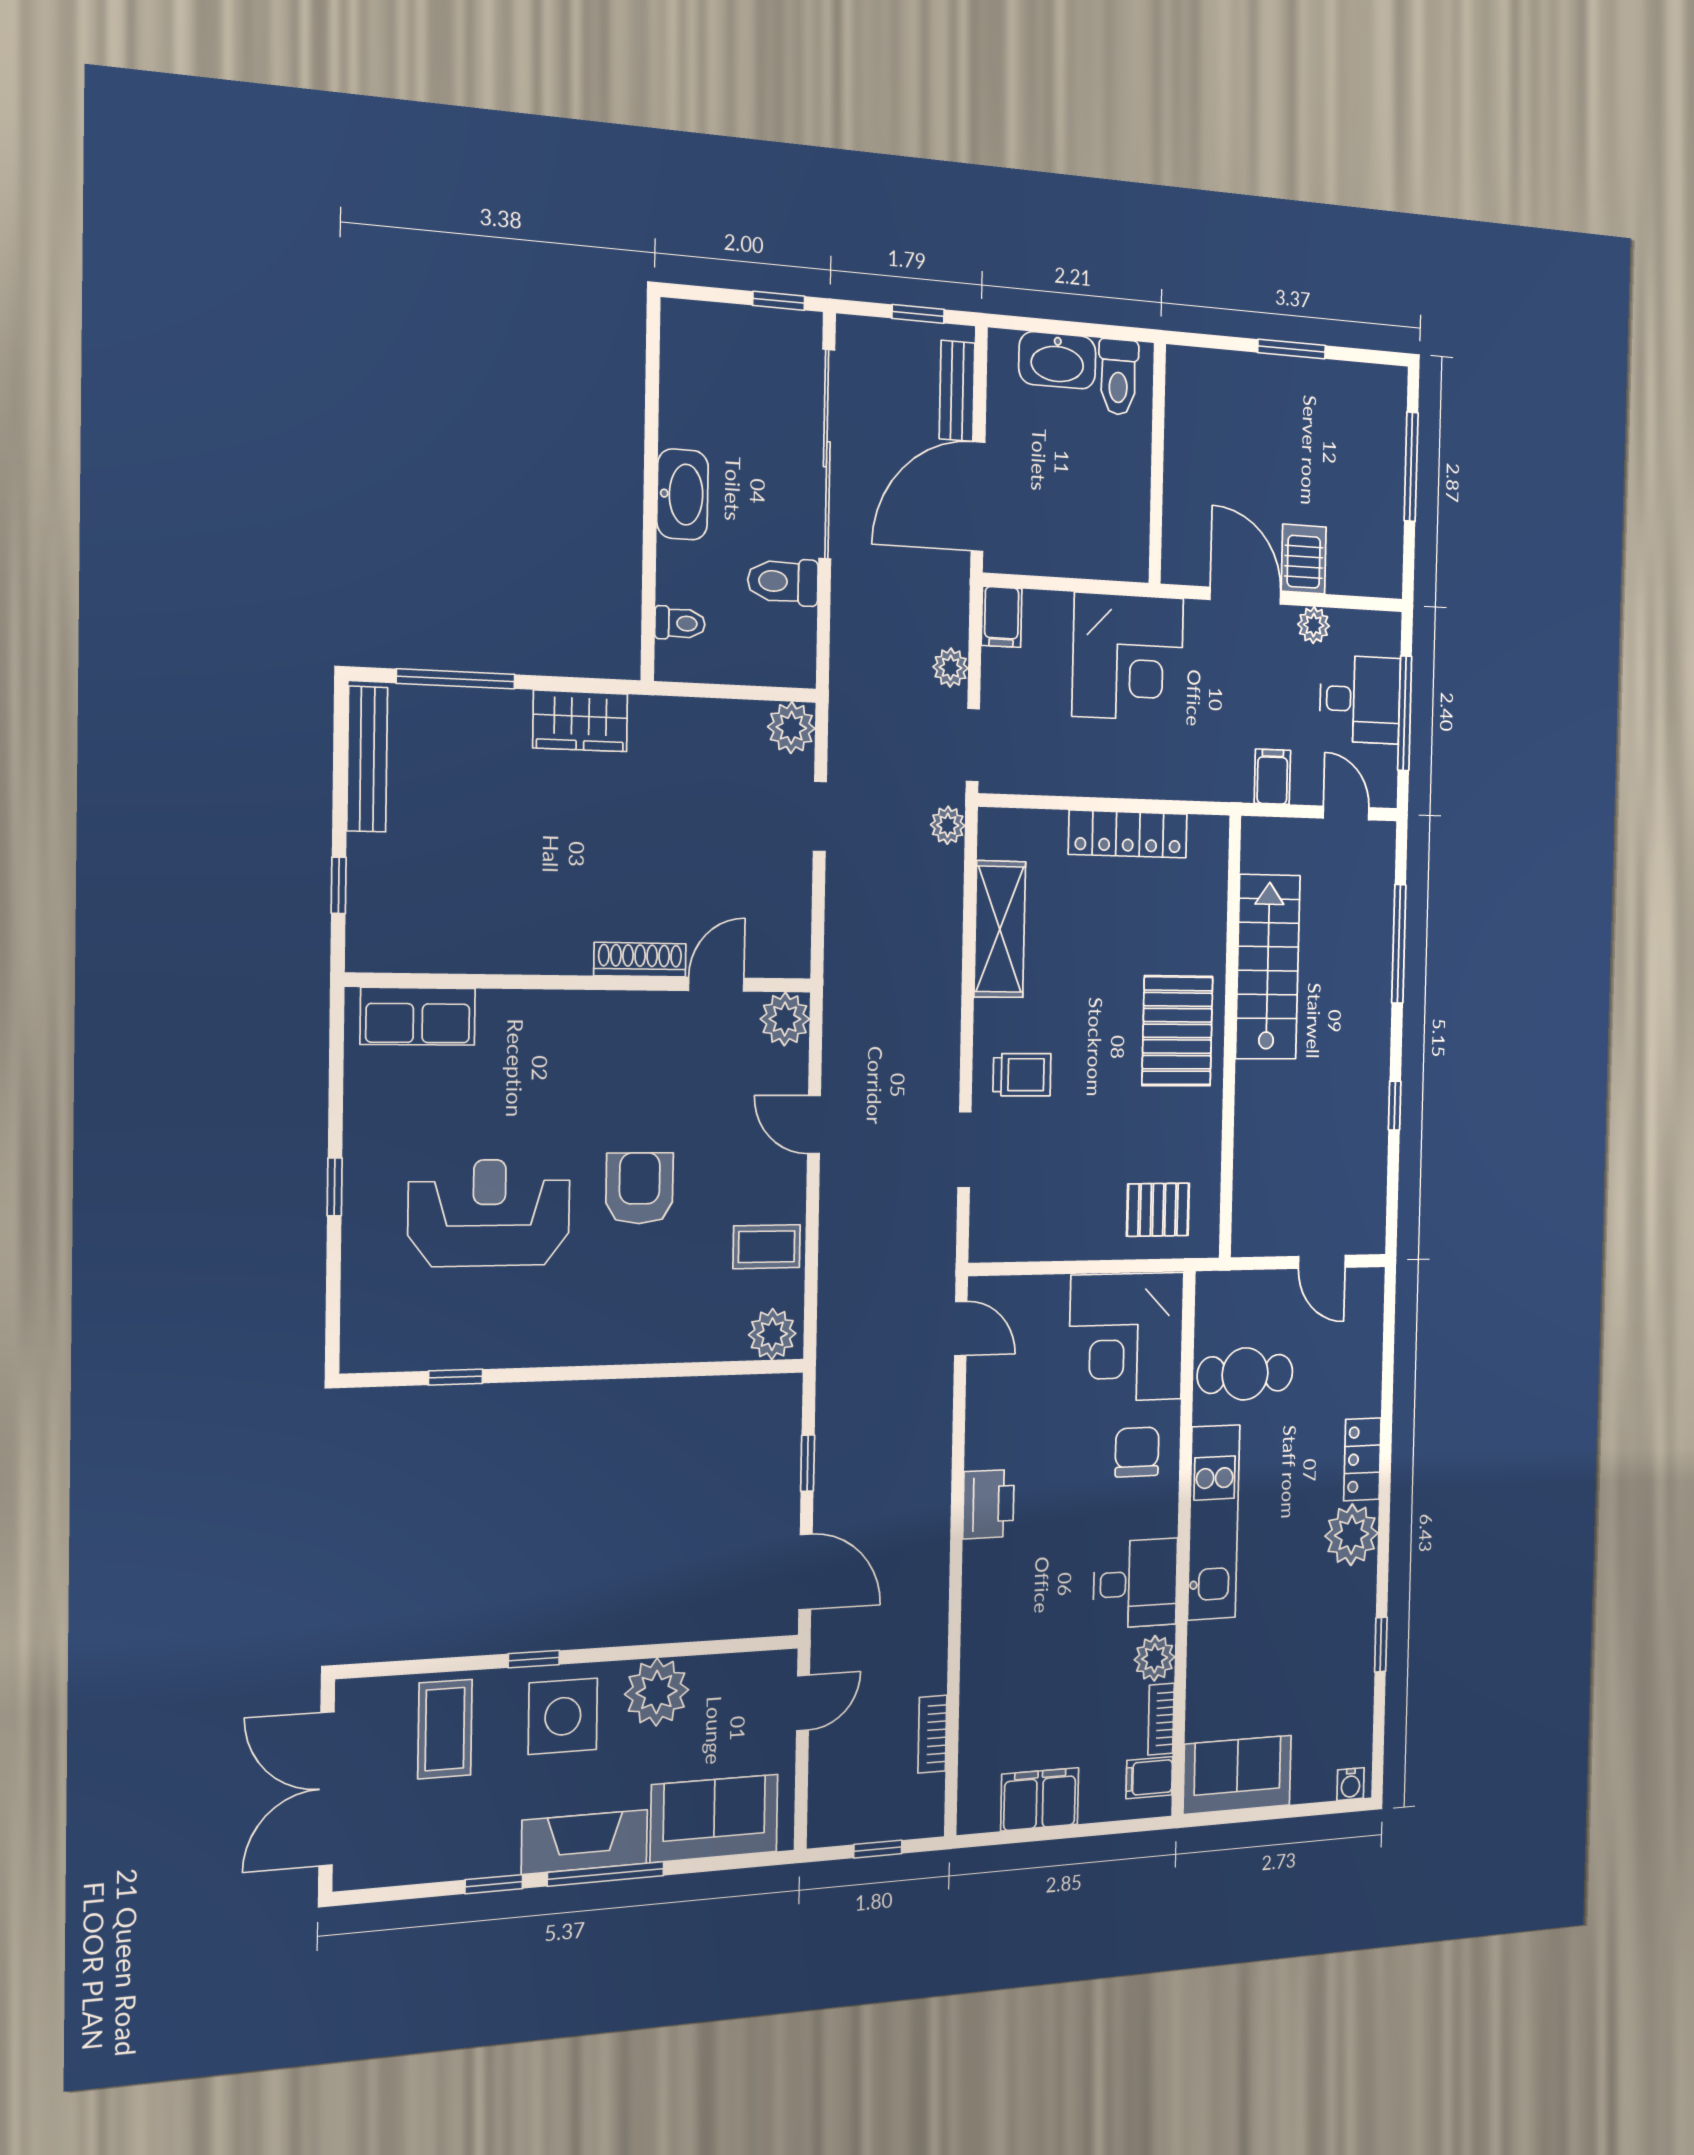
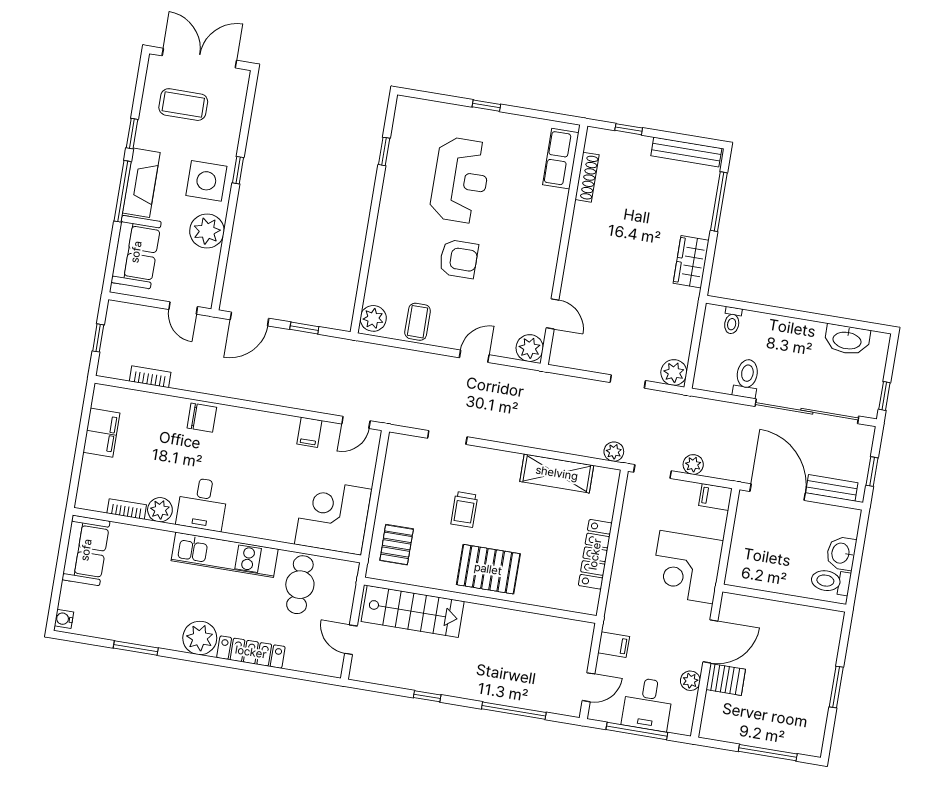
washbasin: (1057, 360) -> (841, 553), width x0.72
washbasin: (682, 494) -> (847, 340), moved
shoe rack: (640, 960) -> (587, 177), moved
stairs: (1268, 967) -> (413, 611), moved
trolley: (1022, 1075) -> (464, 509), moved
door: (1322, 1262) -> (351, 640), hinge flipped
chair: (1137, 1452) -> (202, 418), moved
locker: (1362, 1459) -> (251, 652), width x1.53
printer: (988, 1504) -> (262, 425), removed
window: (1381, 1645) -> (136, 648), width x1.50
coffee table: (445, 1729) -> (183, 105), moved
filing cabinet: (1149, 1778) -> (309, 432), moved, turned 180

